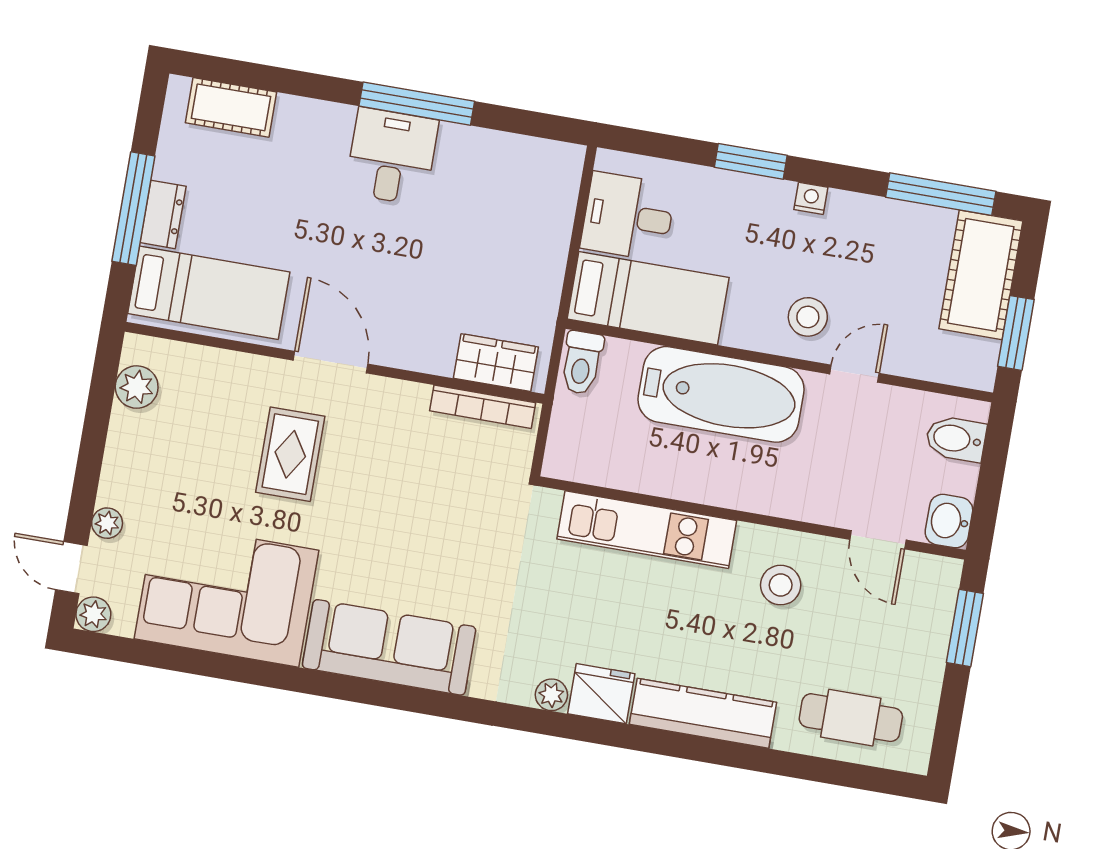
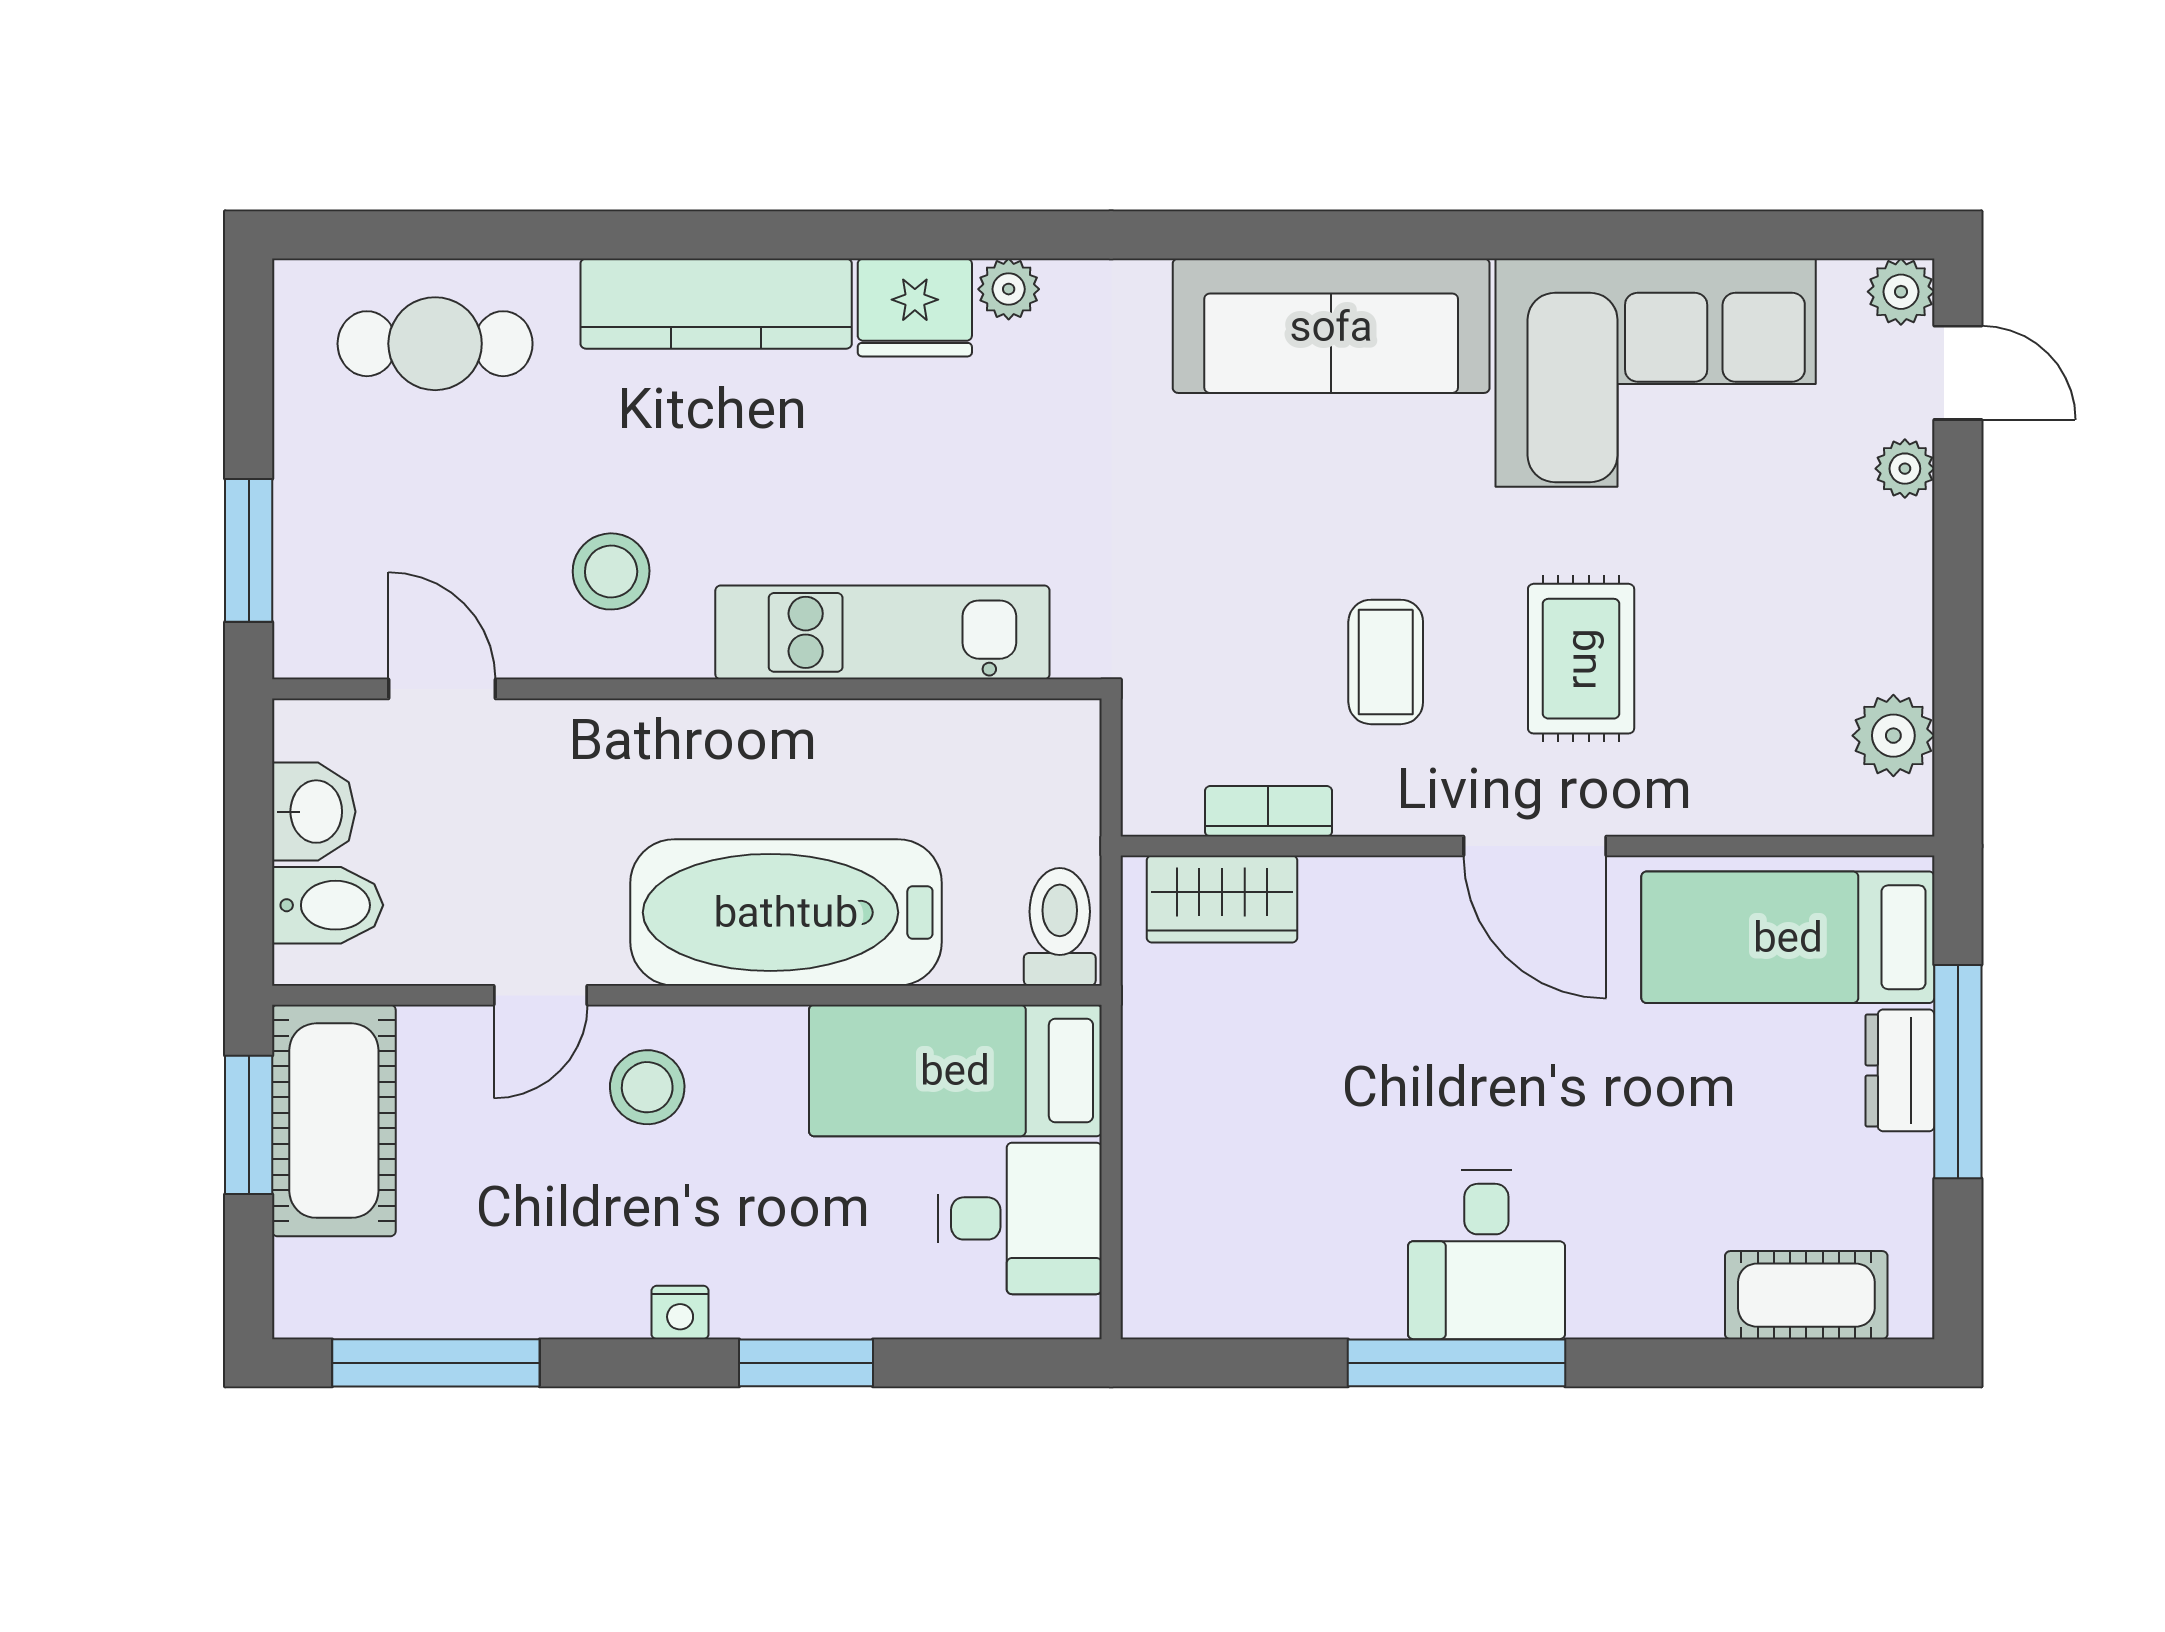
cot: (981, 275) -> (334, 1121), moved
bookcase: (483, 407) -> (1268, 811), width x0.64
coffee table: (391, 470) -> (1386, 662), added
washbasin: (949, 521) -> (314, 812), moved

